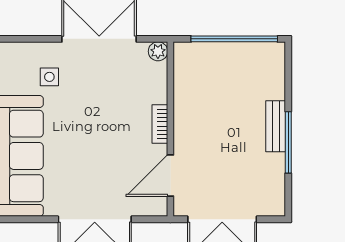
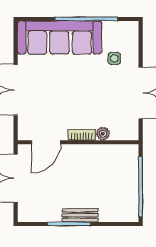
plant: (158, 51) -> (103, 134), moved
door: (170, 176) -> (46, 142), swing flipped

